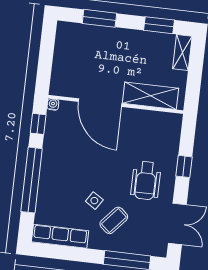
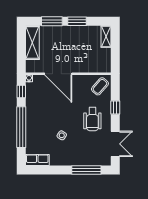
window: (159, 25) -> (77, 21), moved
shelving: (150, 96) -> (32, 43), moved, turned 90
coffee table: (114, 220) -> (100, 86), moved
row of seats: (60, 236) -> (37, 160), width x0.68

